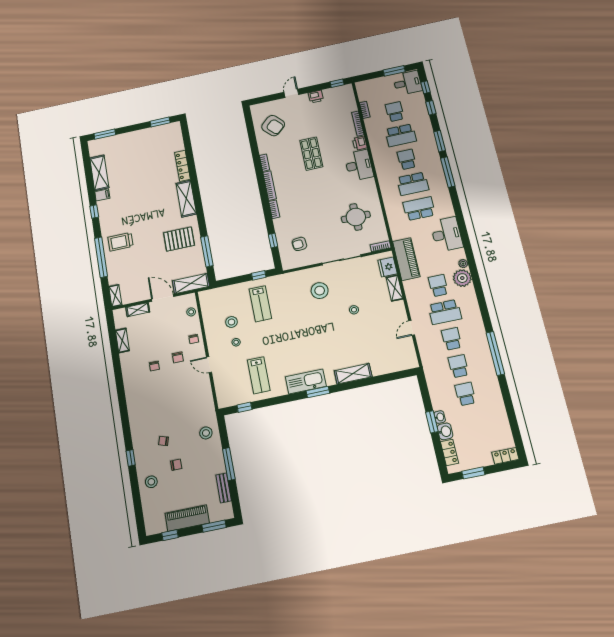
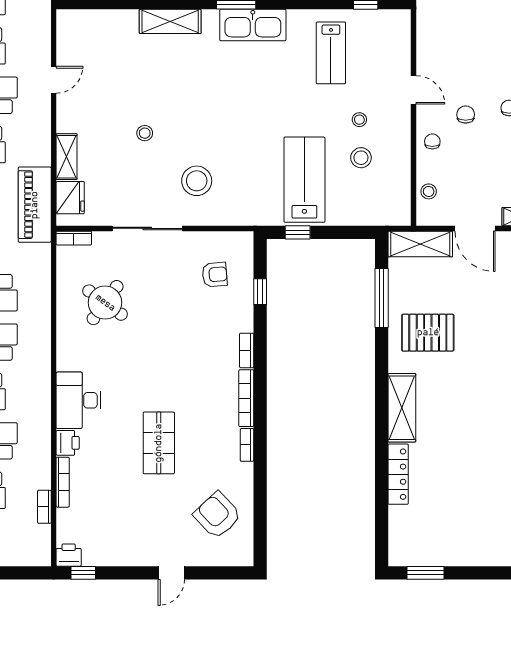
printer: (316, 97) -> (69, 555), moved
round table: (356, 217) -> (105, 303), turned 36
lab bench: (260, 304) -> (304, 180), width x1.36, depth x1.39
lab bench: (259, 375) -> (331, 53), turned 180

